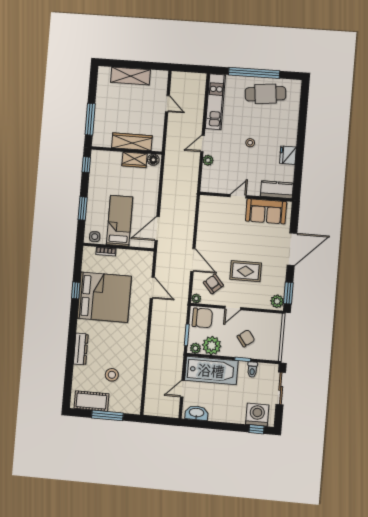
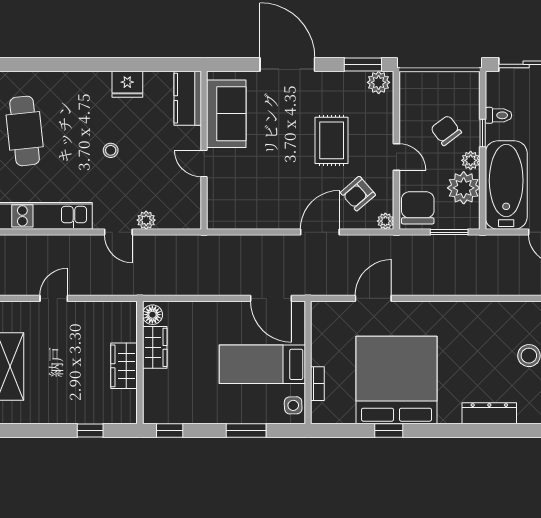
window: (90, 119) -> (90, 431), width x0.46
wardrobe: (132, 142) -> (124, 366), width x0.67
plant: (195, 348) -> (471, 160), moved

